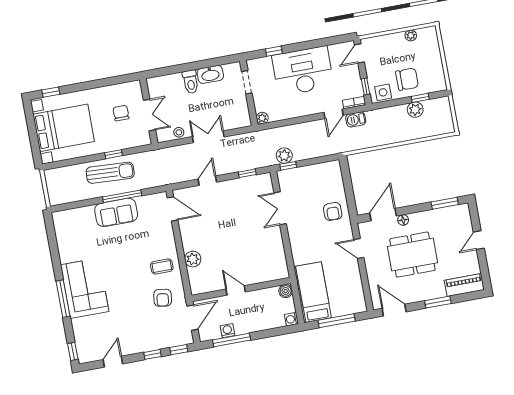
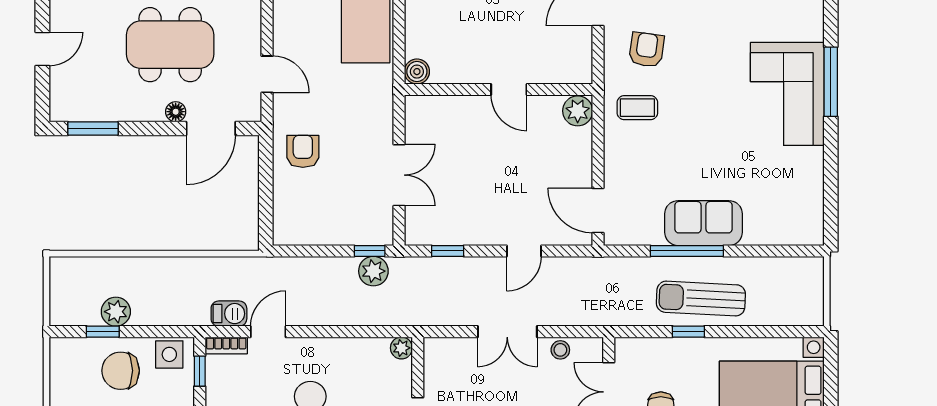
wall: (241, 289) -> (498, 89), moved
door: (236, 290) -> (509, 89), moved
boiler: (286, 291) -> (417, 72), moved

